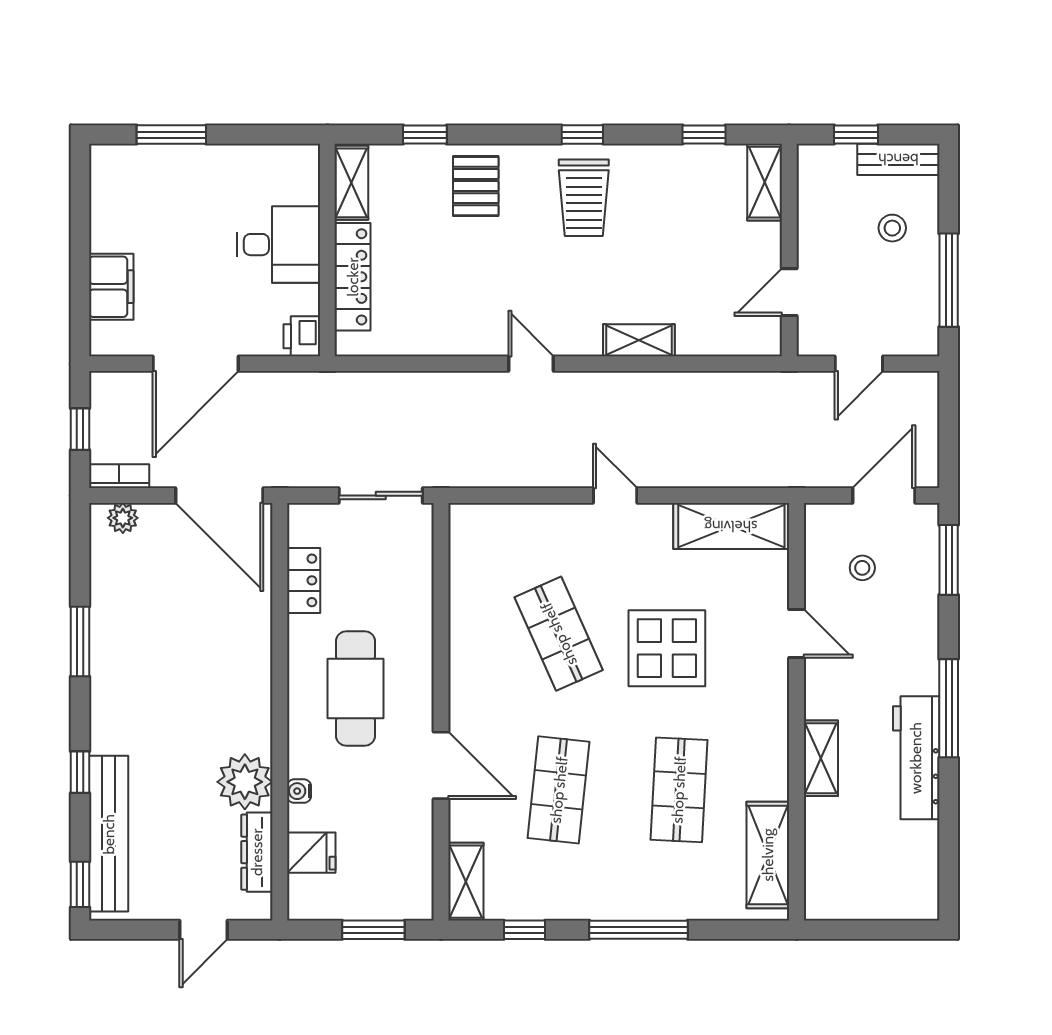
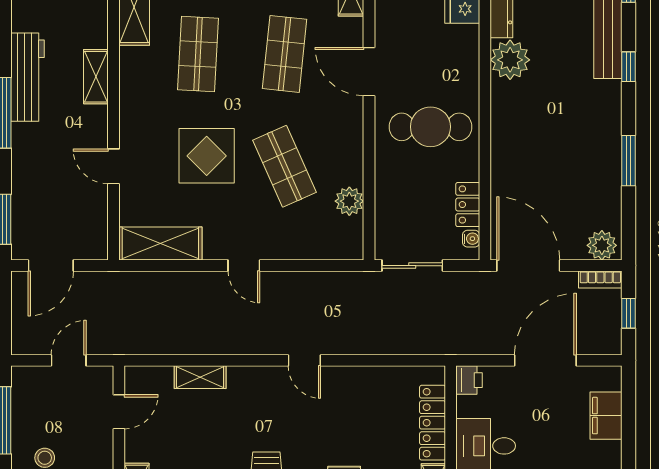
shelving: (639, 340) -> (200, 377), moved
plant: (123, 518) -> (602, 245), width x1.38, depth x1.38
stool: (862, 568) -> (66, 214), removed
plant: (468, 585) -> (349, 201), added
cafe table: (355, 688) -> (430, 127), turned 90
water cooler: (299, 791) -> (471, 239), moved

